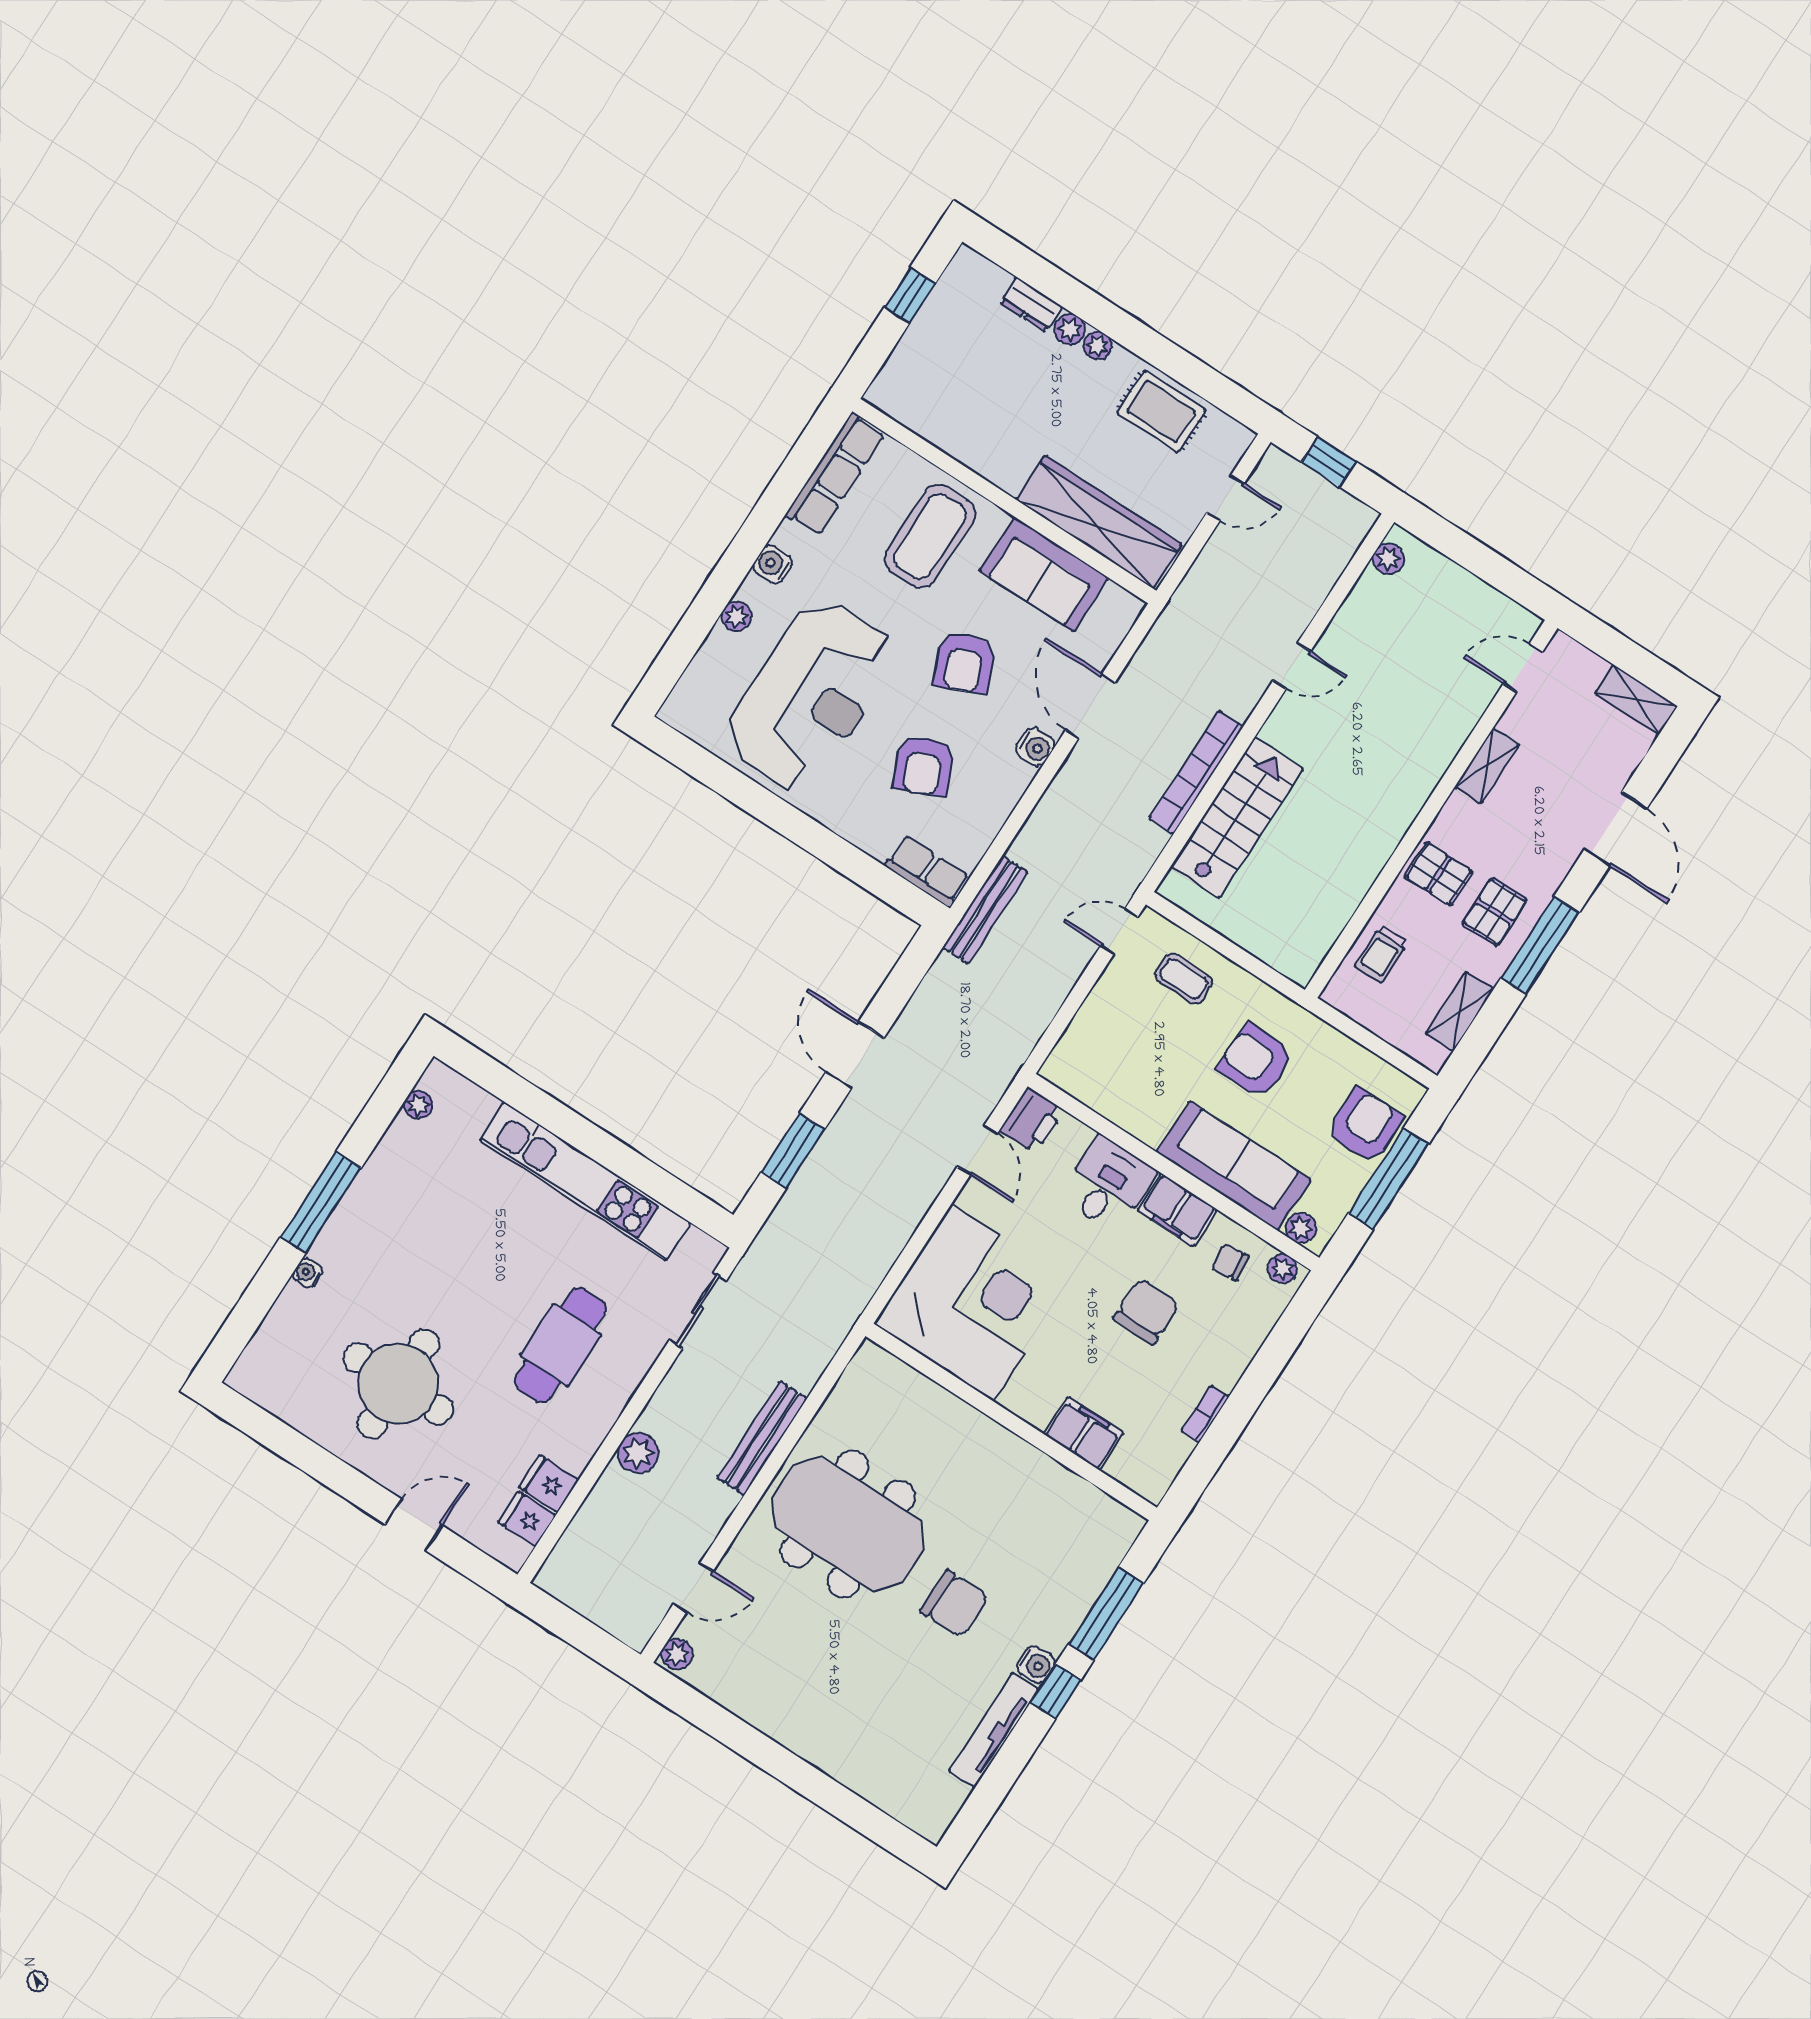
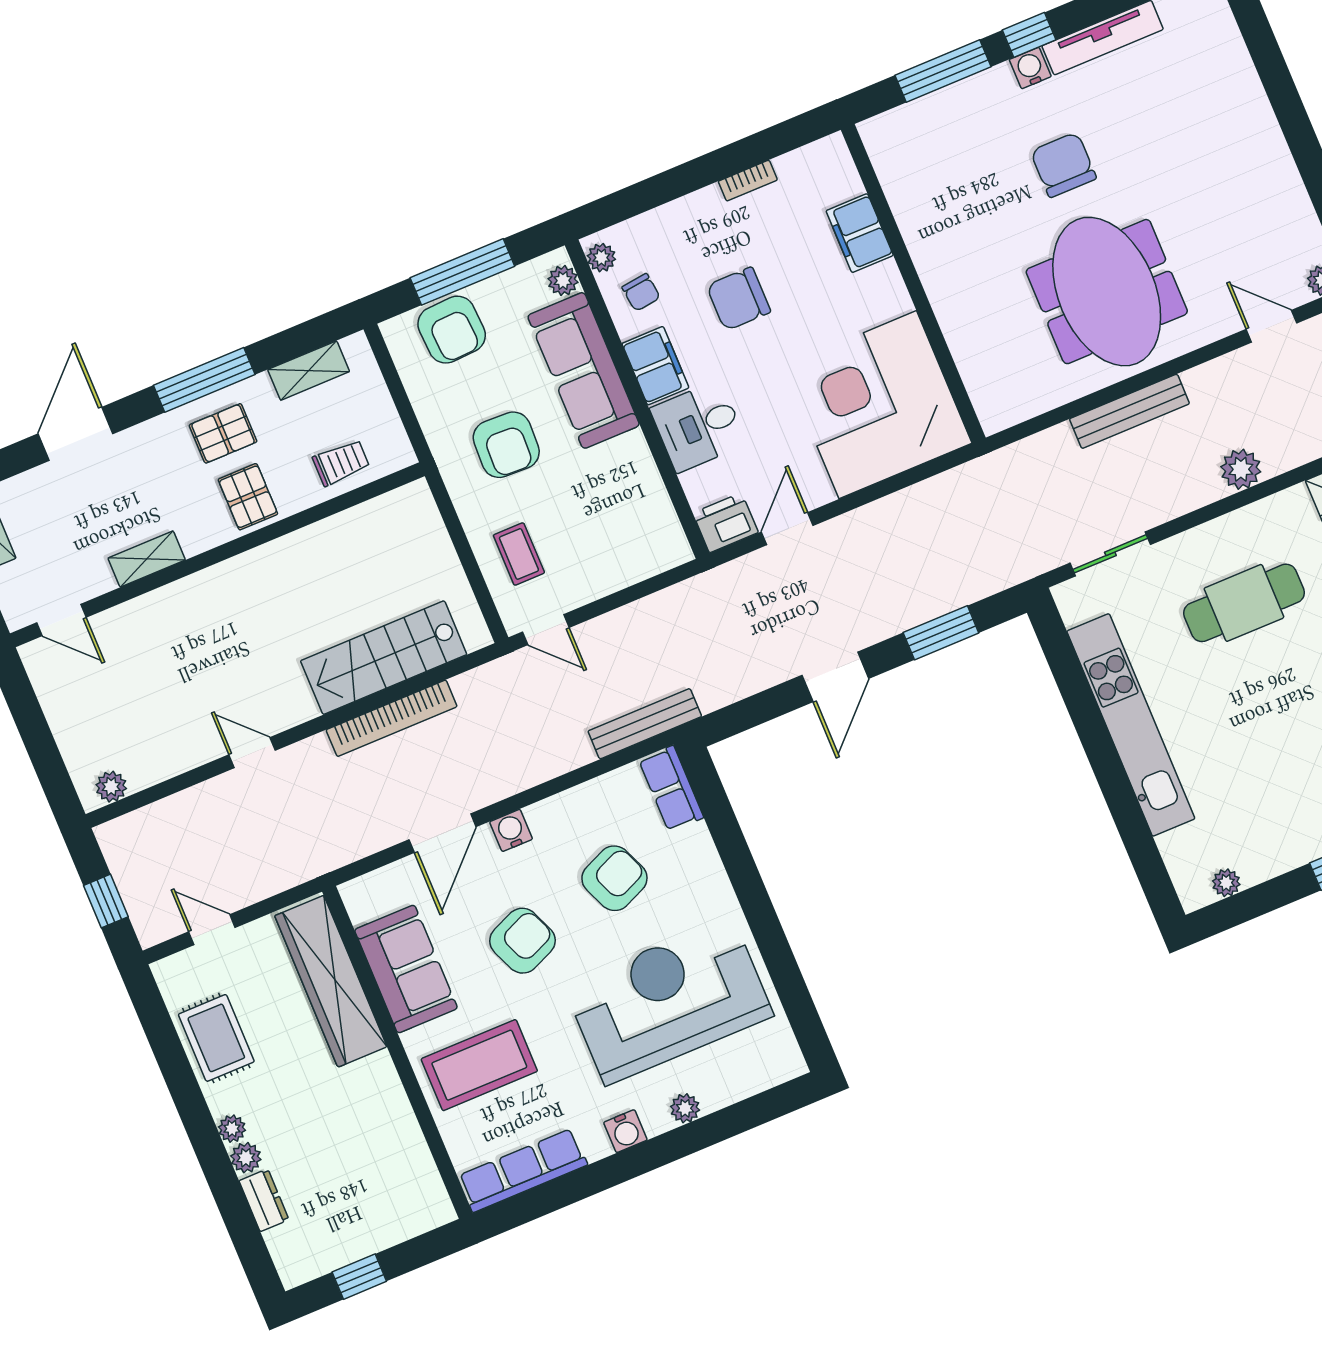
armchair: (1365, 1125) -> (452, 330), turned -93

